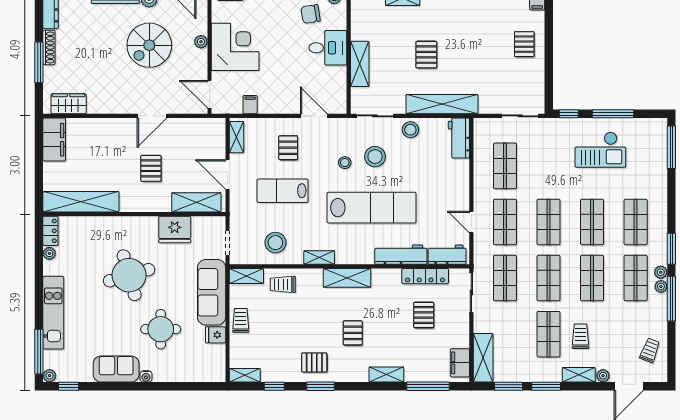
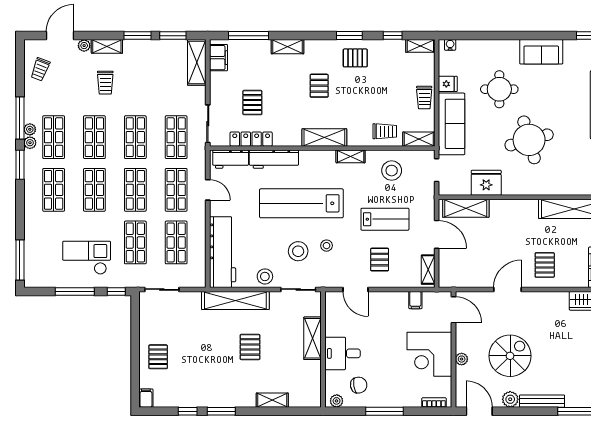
workbench: (459, 138) -> (223, 252), width x1.87, depth x1.32
pallet: (151, 168) -> (545, 265), moved
shop shelf: (549, 334) -> (135, 242), moved
water cooler: (146, 376) -> (450, 45), moved

